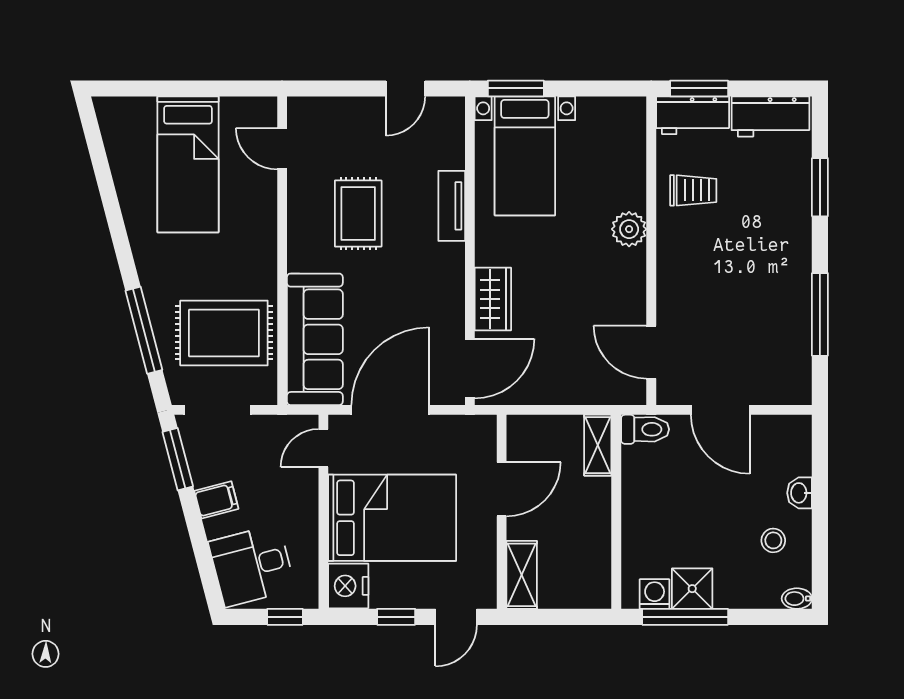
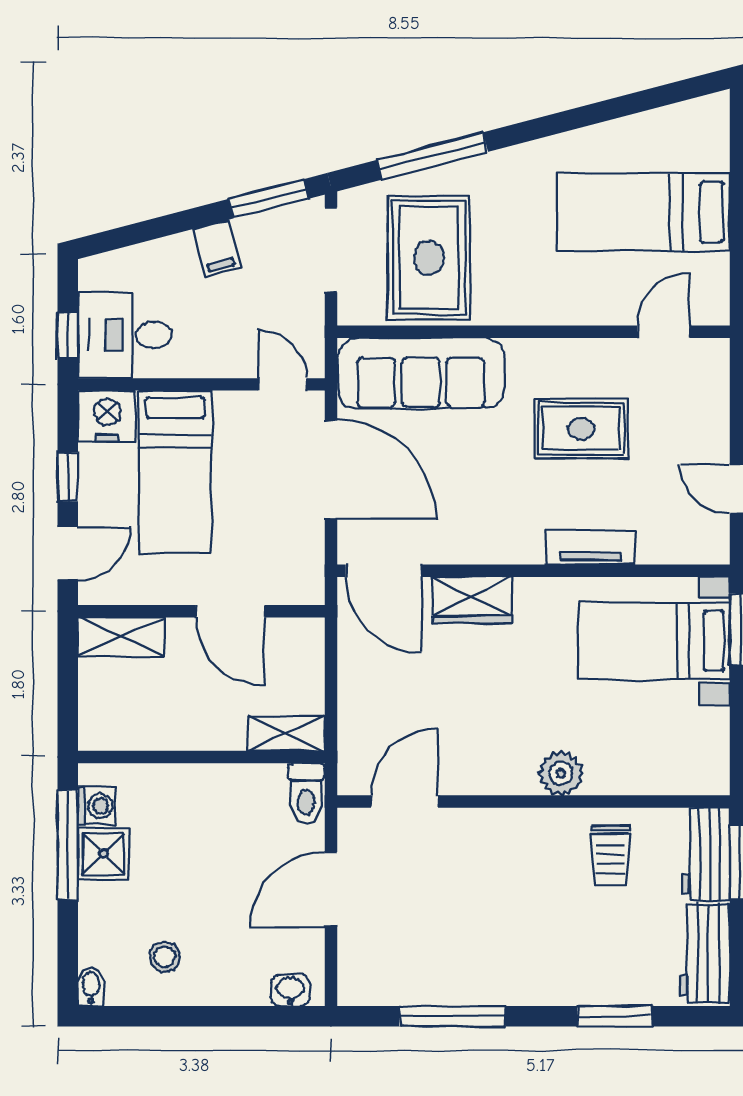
washbasin: (800, 493) -> (290, 990), moved
bed: (392, 518) -> (175, 472), width x0.67
desk: (252, 566) -> (125, 335), moved, turned -75
door: (456, 617) -> (68, 553), swing flipped

